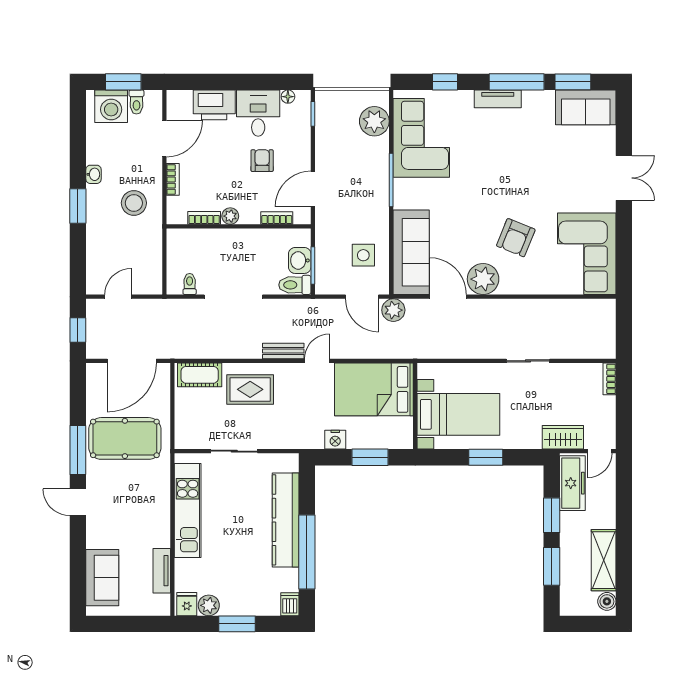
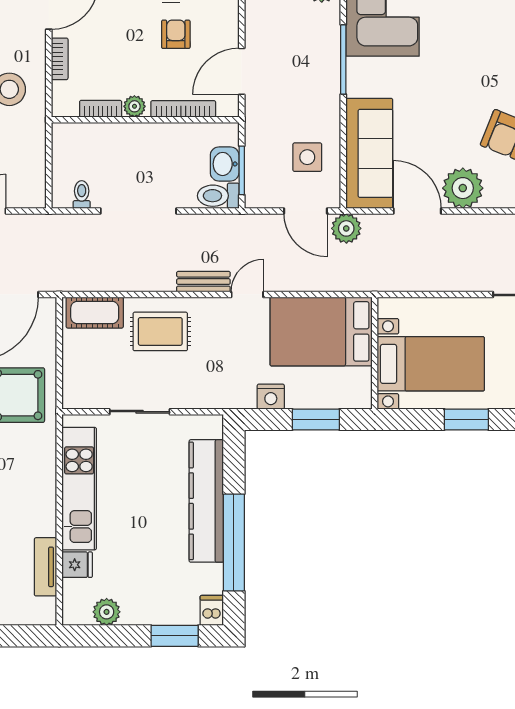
bookcase: (277, 218) -> (183, 109), width x1.56
fridge: (187, 604) -> (77, 565), moved, turned 90
window: (237, 624) -> (175, 636), moved

